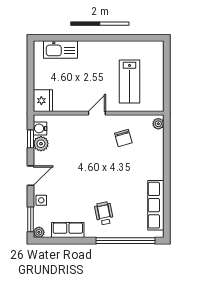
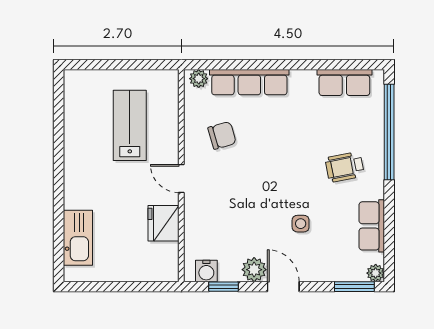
lab bench: (130, 81) -> (130, 125), turned -90
fridge: (43, 101) -> (164, 223), moved, turned -90
plant: (41, 144) -> (254, 270), moved
row of seats: (156, 155) -> (249, 82), added
side table: (41, 200) -> (301, 224), moved
row of seats: (156, 205) -> (344, 82), width x0.68

